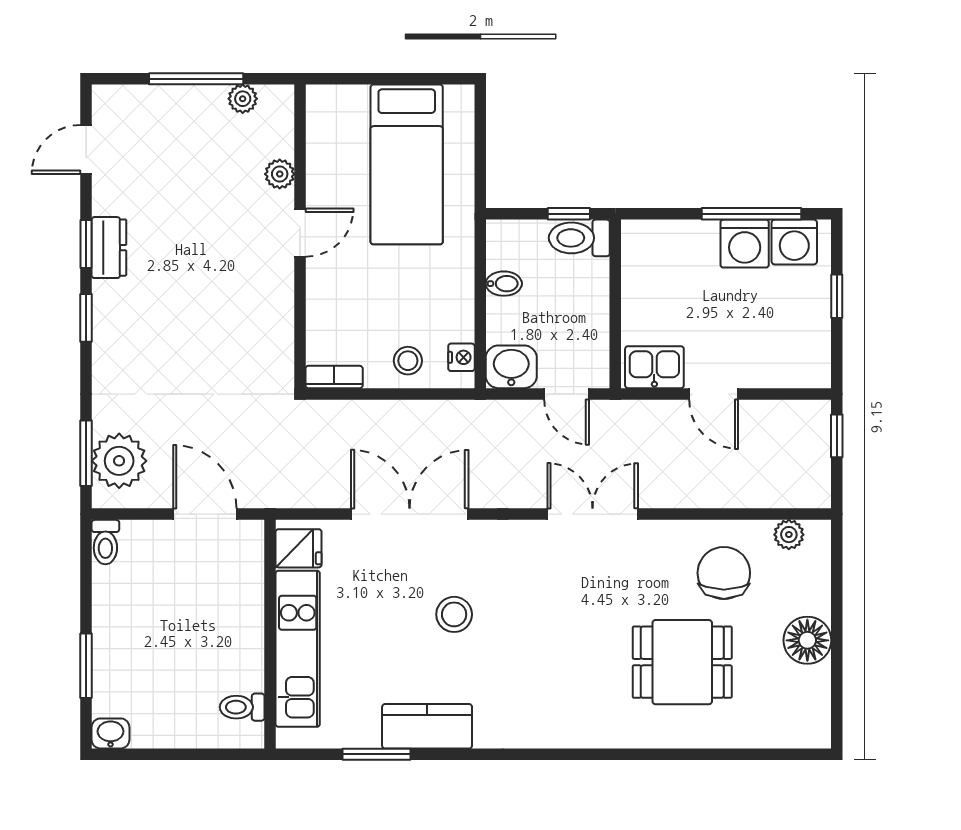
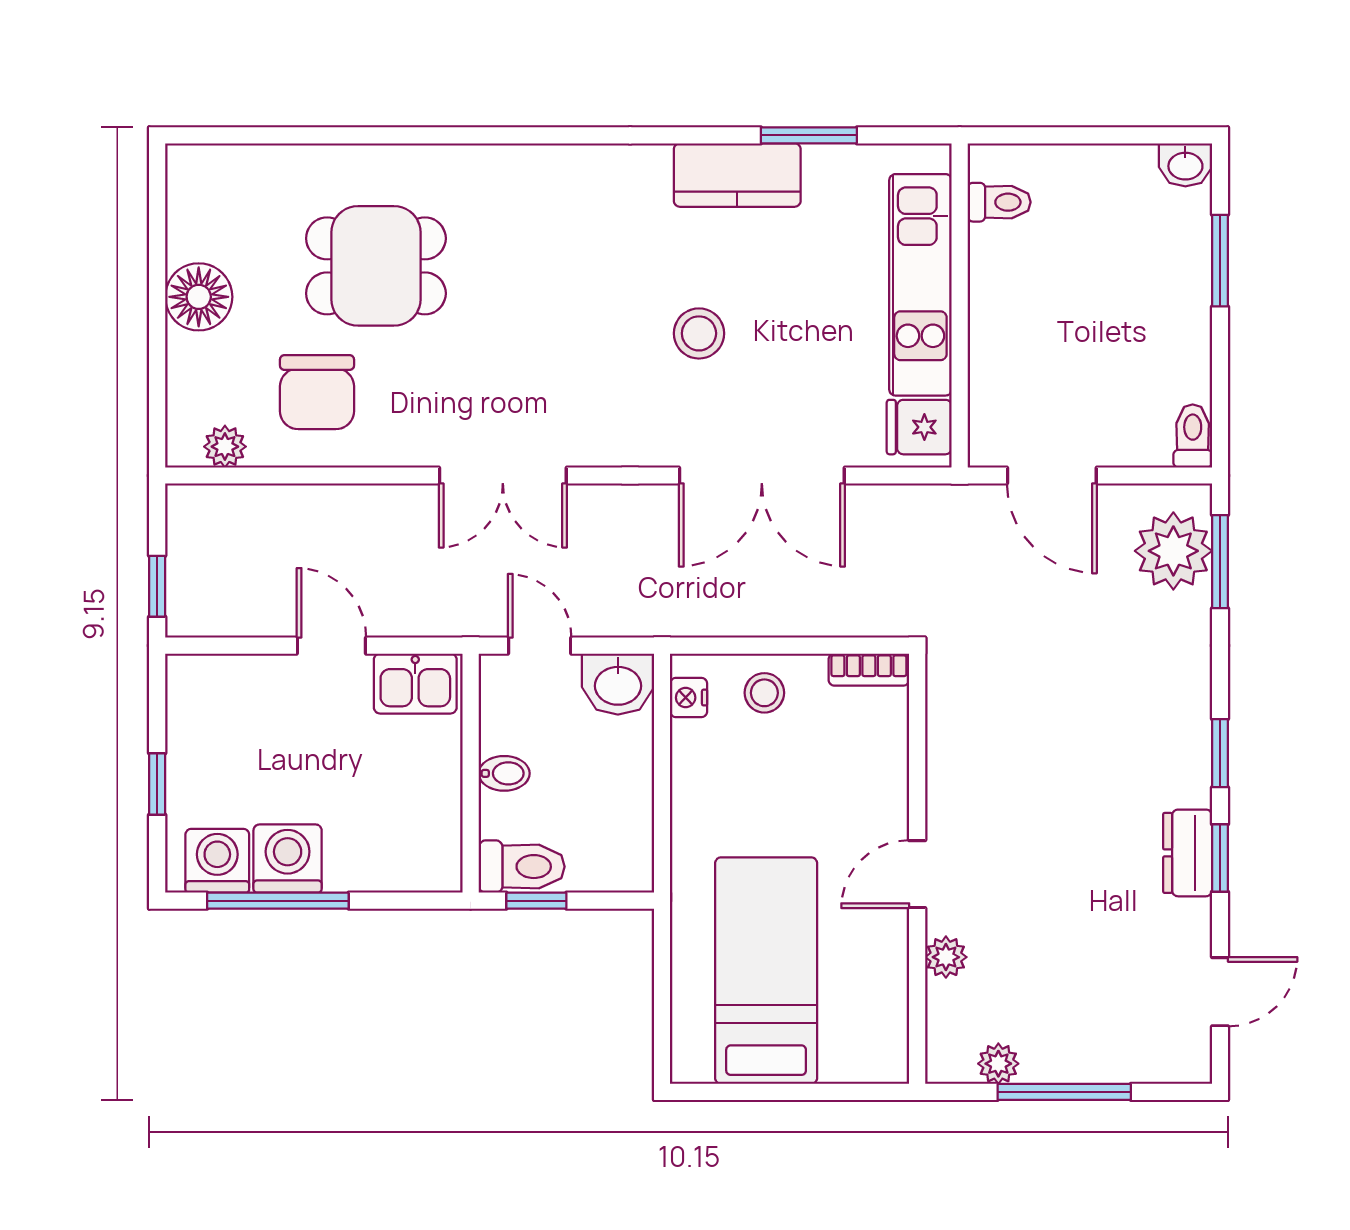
bidet: (504, 284) -> (504, 773), moved, turned 180

